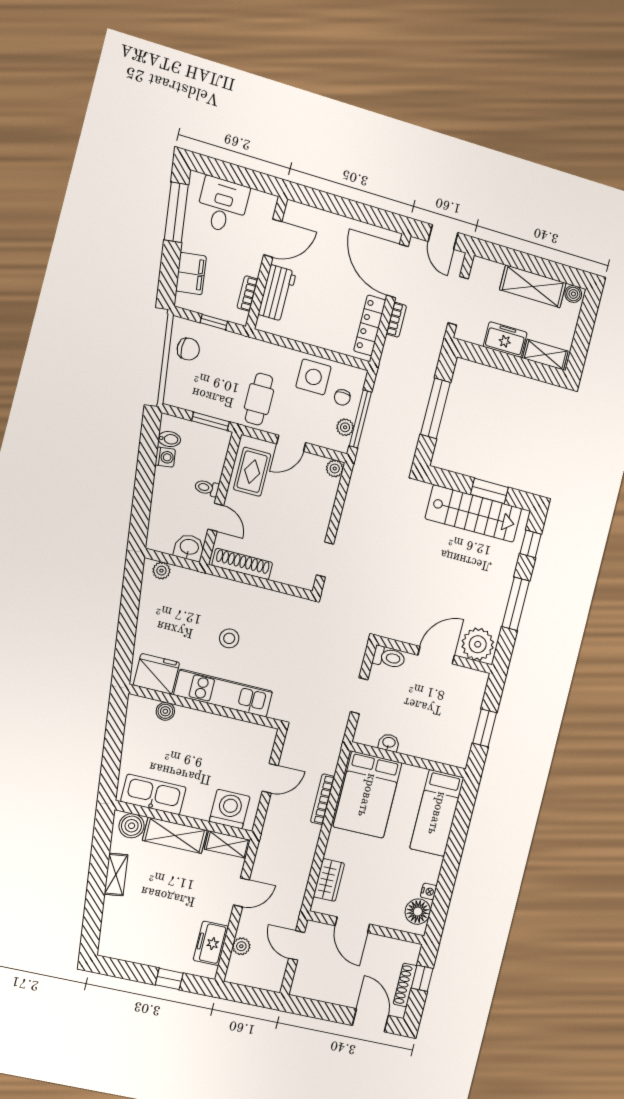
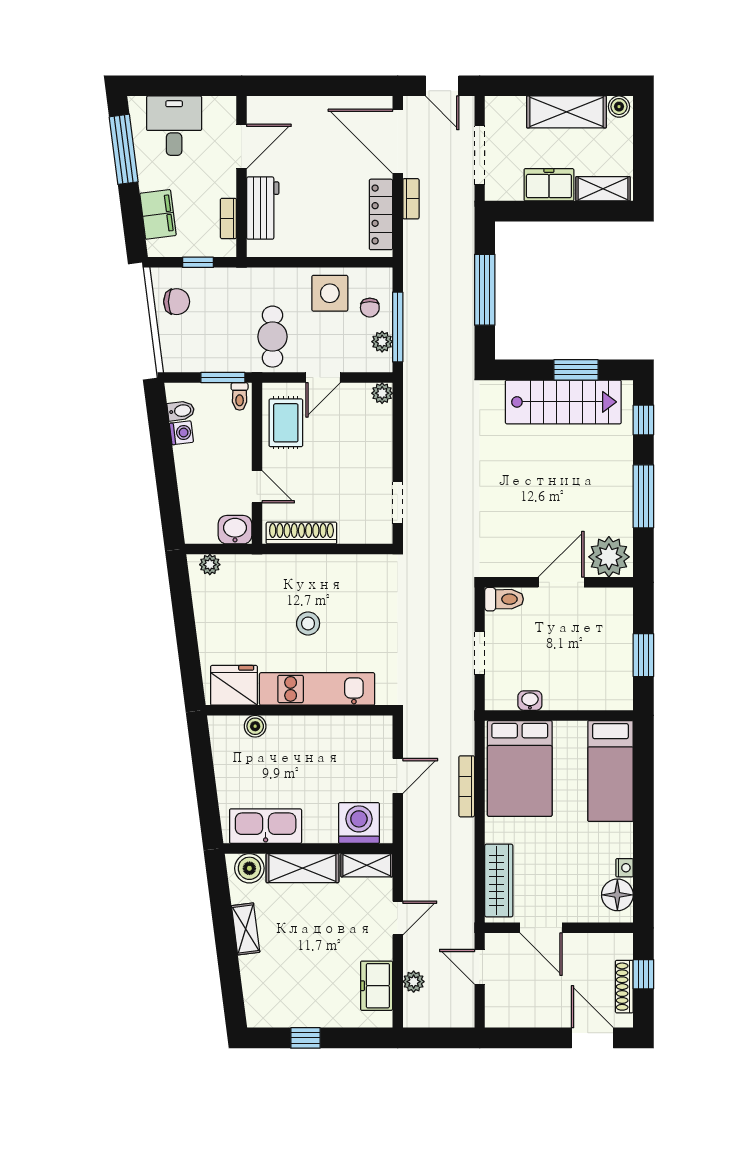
toilet: (207, 488) -> (240, 396), moved, turned -90
wardrobe: (329, 880) -> (499, 881), width x1.50
window: (169, 979) -> (305, 1038), moved

